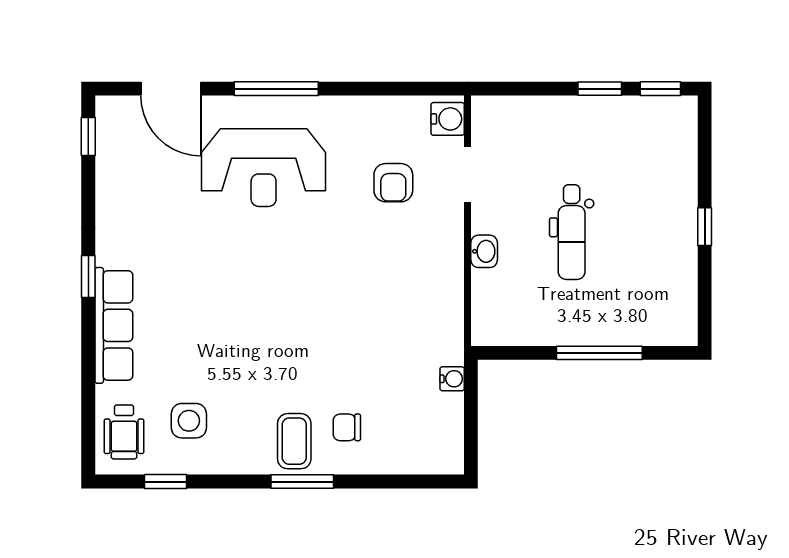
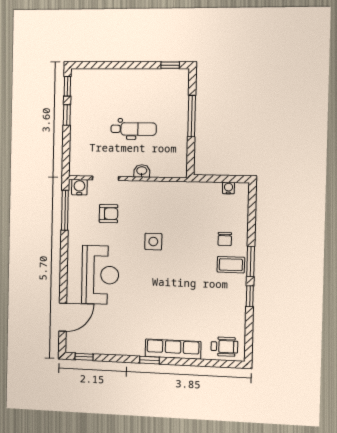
window: (276, 89) -> (65, 210), moved
window: (705, 227) -> (170, 65), moved
water cooler: (452, 379) -> (228, 188), moved
side table: (189, 421) -> (153, 242), moved
window: (166, 482) -> (250, 296), moved

